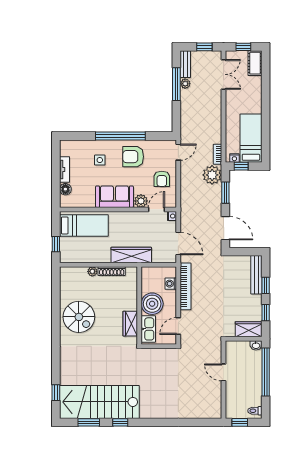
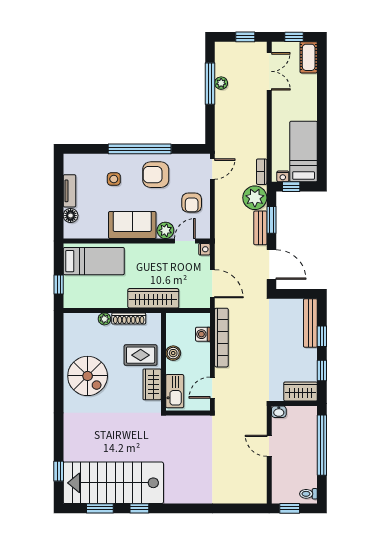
bench: (185, 64) -> (260, 228), moved
rug: (121, 300) -> (141, 355), added
boiler: (152, 304) -> (173, 353), width x0.54, depth x0.54
washbasin: (256, 345) -> (279, 412), moved

